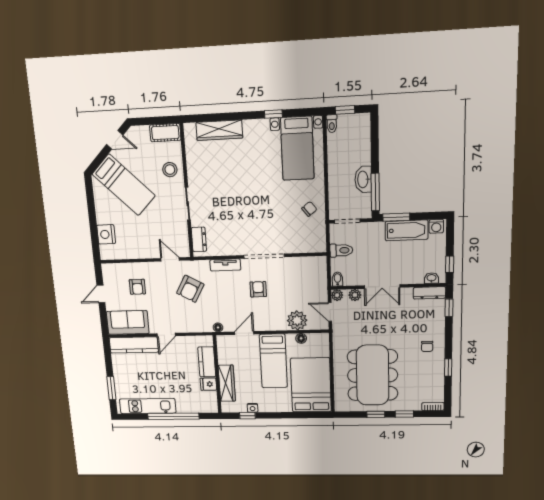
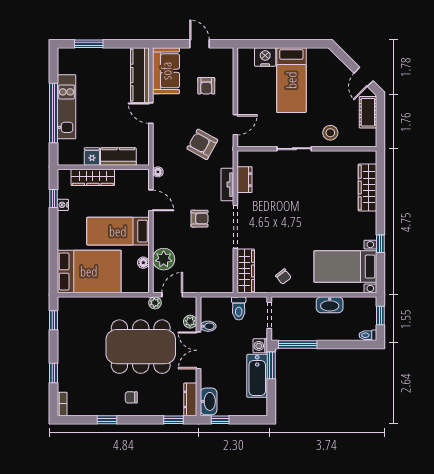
toilet: (332, 124) -> (368, 335), moved
cot: (165, 133) -> (368, 112), moved
washbasin: (363, 179) -> (330, 305), moved, turned 180
bed: (124, 185) -> (291, 80), moved, turned -45
washing machine: (436, 226) -> (260, 346), moved
dresser: (199, 239) -> (245, 180), moved, turned -90
wardrobe: (305, 245) -> (246, 271), added
washbasin: (431, 278) -> (209, 401), width x1.91, depth x1.45
bidet: (338, 279) -> (208, 326), moved
armchair: (137, 287) -> (206, 86), turned -90
plant: (337, 295) -> (155, 303), moved
dining table: (373, 375) -> (141, 347), moved
kitchen unit: (148, 406) -> (66, 107), moved
window: (376, 414) -> (54, 320), moved

